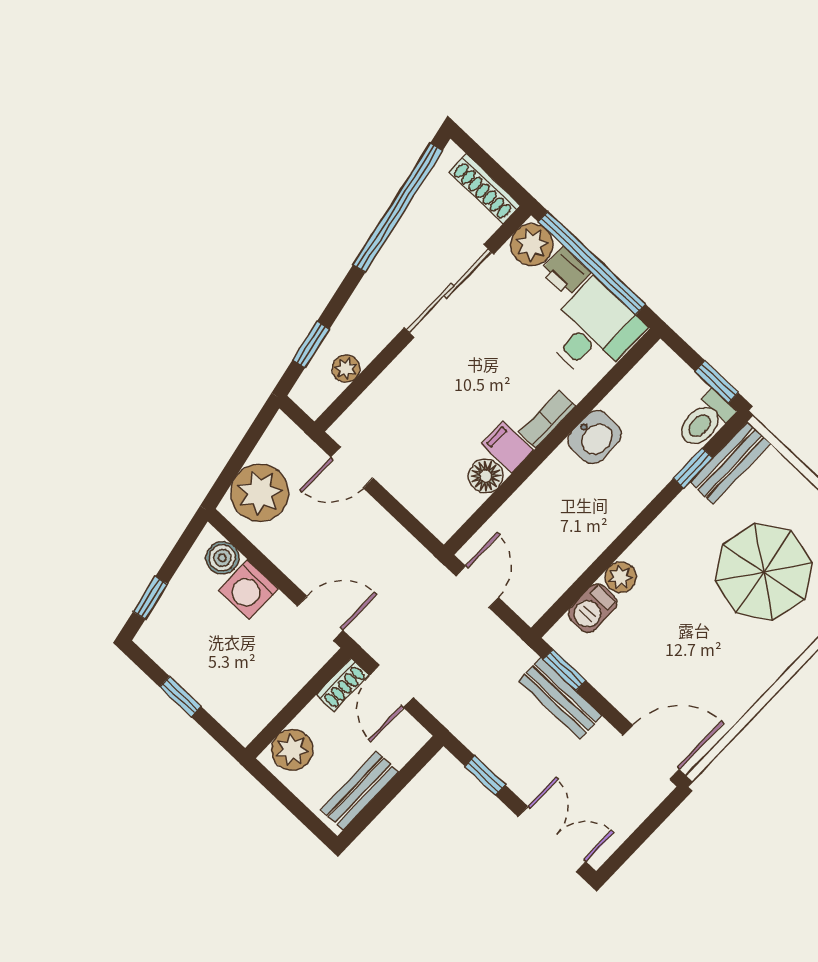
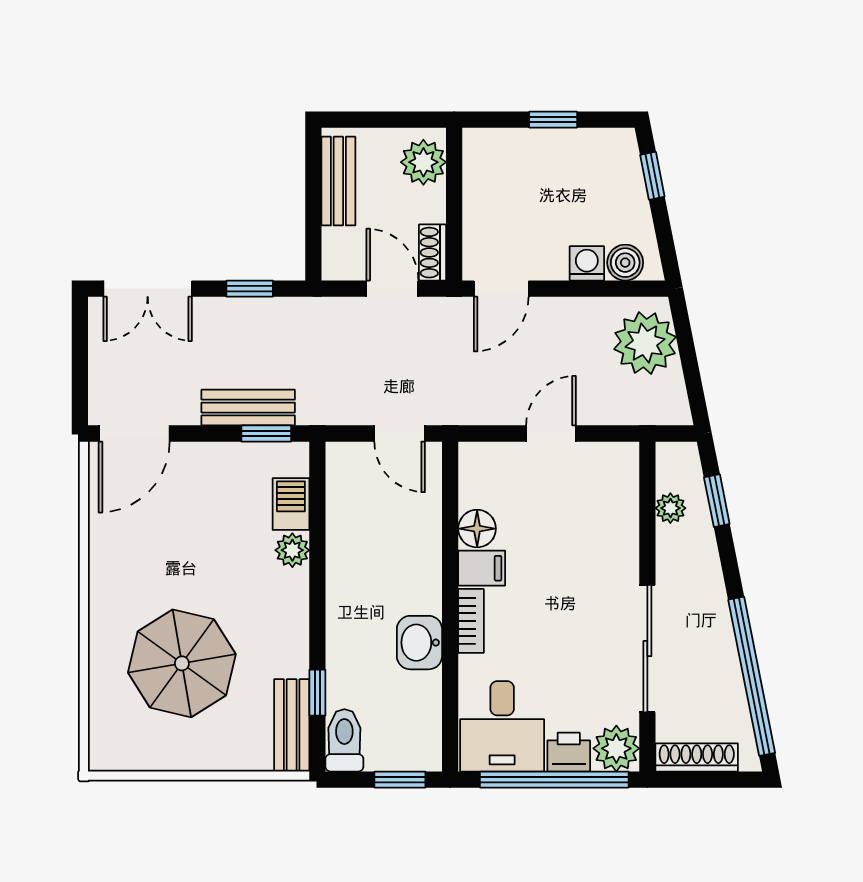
window: (717, 382) -> (400, 780), moved
door: (352, 468) -> (551, 433), moved
washing machine: (248, 590) -> (587, 263), width x0.73, depth x0.73

